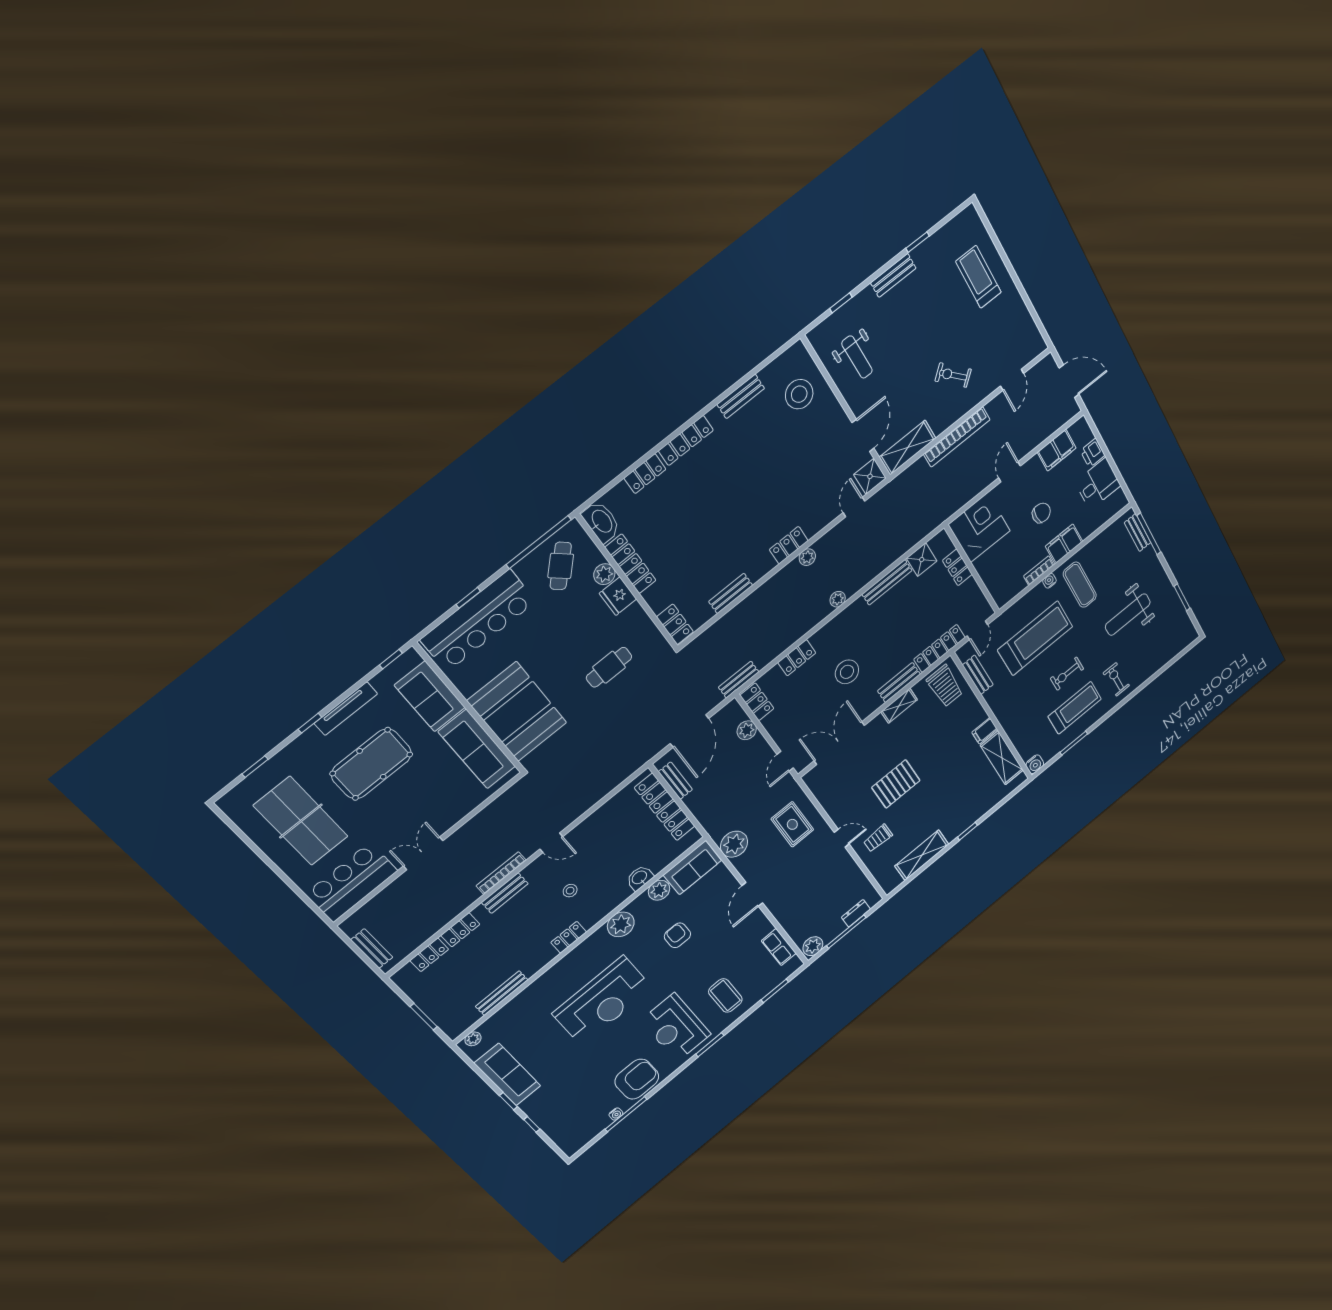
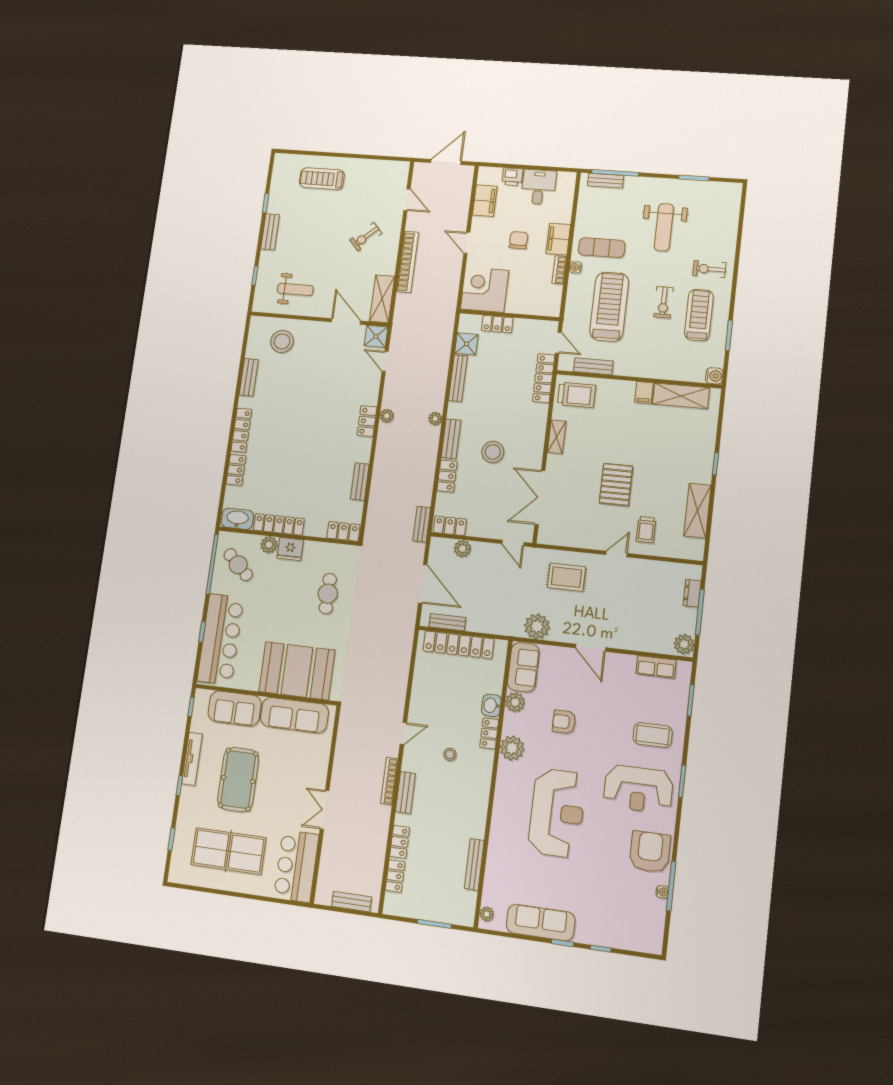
bench: (899, 683) -> (451, 439), moved
locker: (569, 937) -> (489, 733), moved

